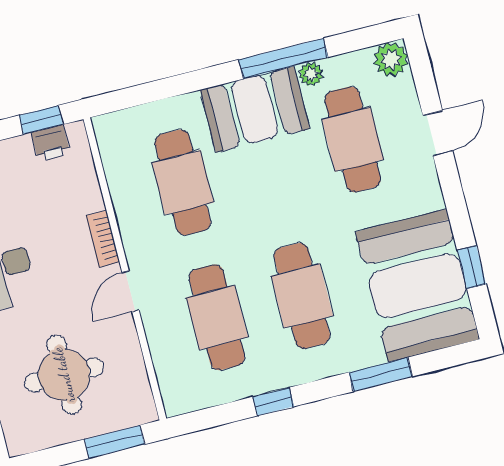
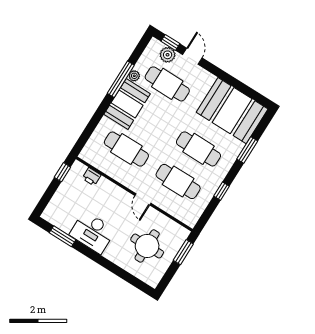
plant: (391, 59) -> (168, 55), moved
printer: (51, 143) -> (92, 177), moved, turned 90
bookcase: (103, 239) -> (118, 191), removed
window: (472, 267) -> (170, 42), moved

